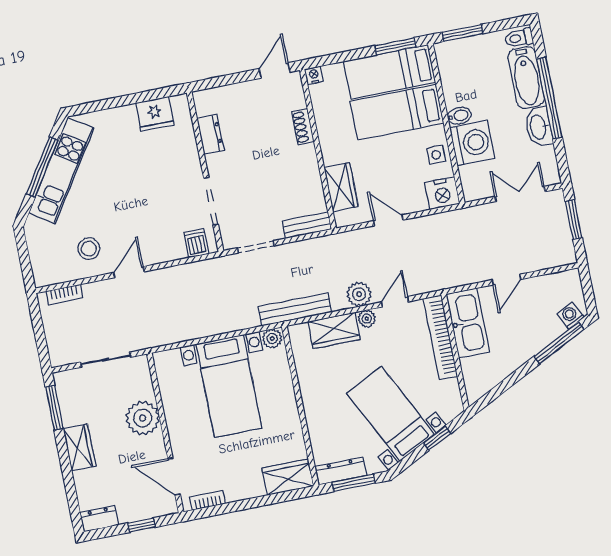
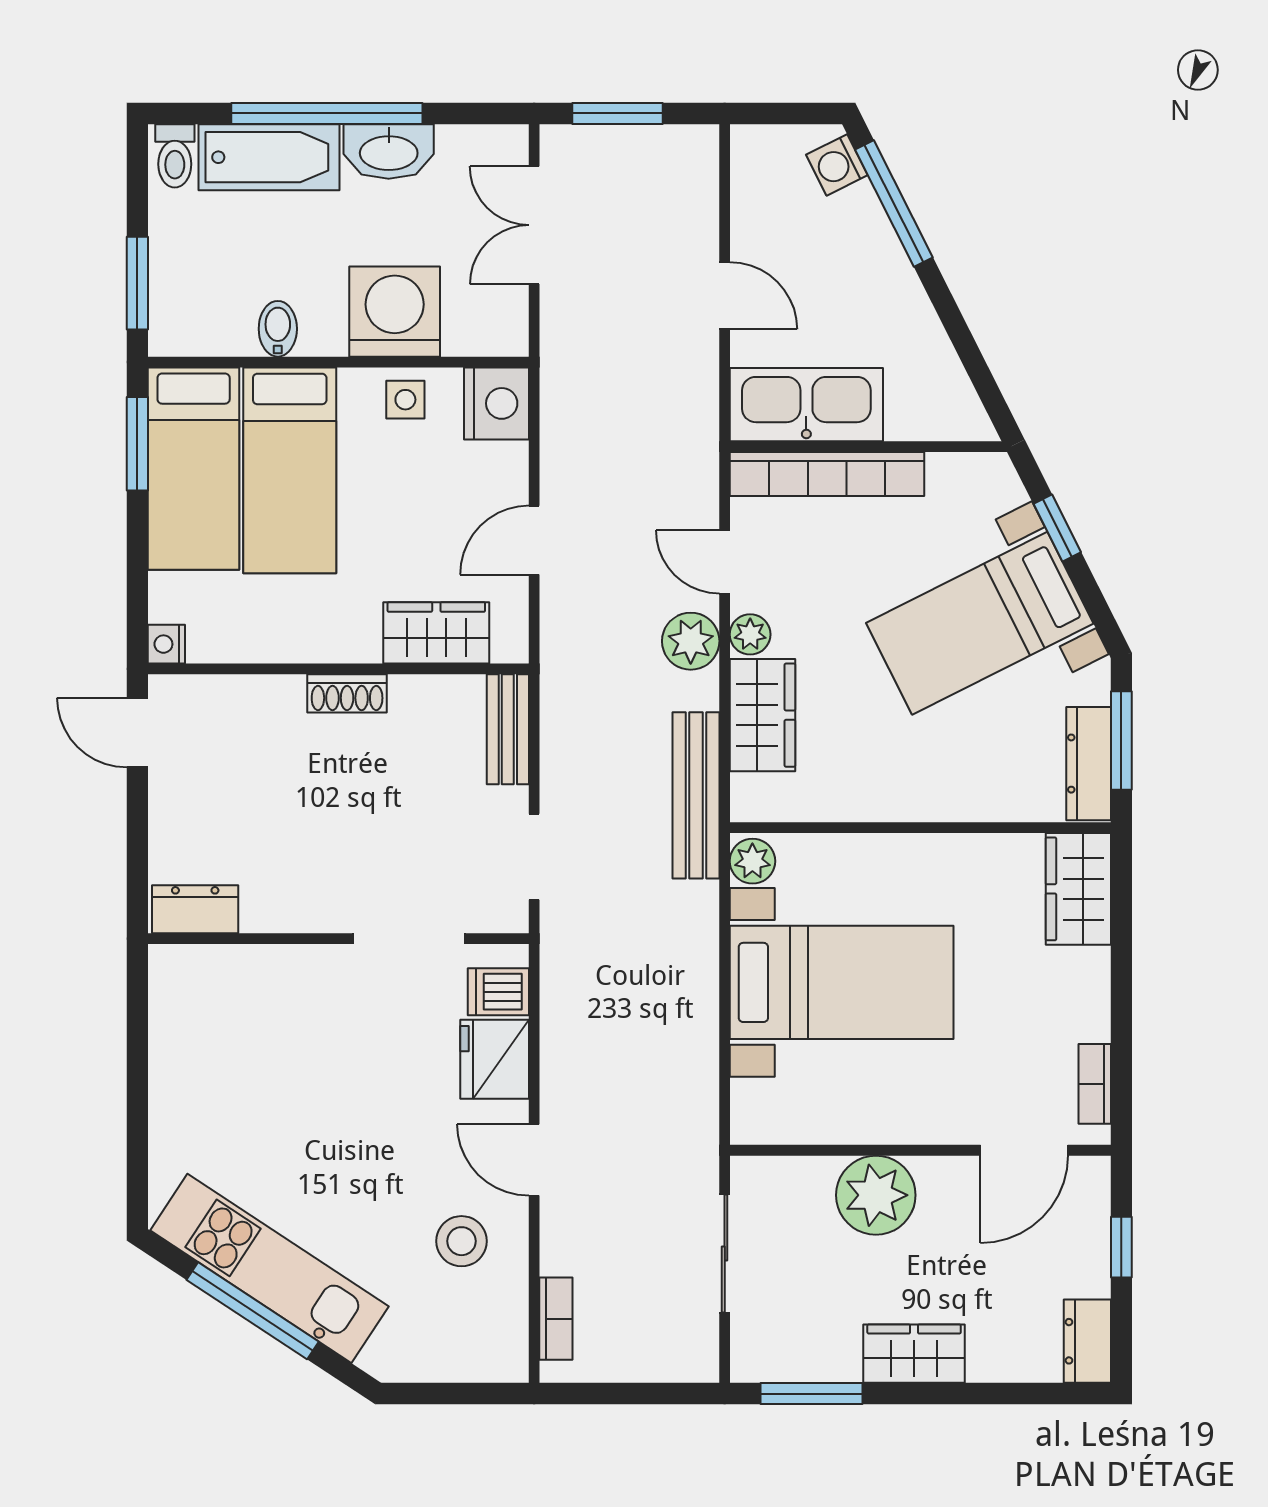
fridge: (155, 114) -> (495, 1059), moved, turned 180
bidet: (459, 116) -> (278, 329), moved
shoe rack: (303, 127) -> (347, 693), moved
dresser: (210, 134) -> (195, 909), moved

